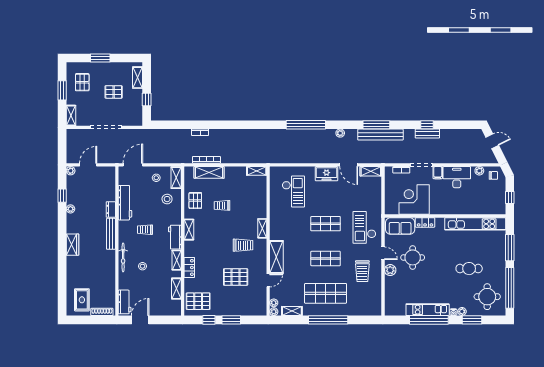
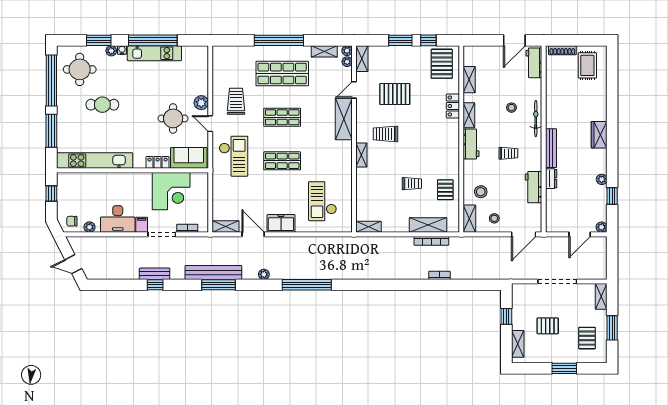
workbench: (125, 203) -> (533, 187), width x0.73
shelving: (189, 230) -> (362, 59), moved
pallet: (198, 301) -> (442, 64), turned 90

